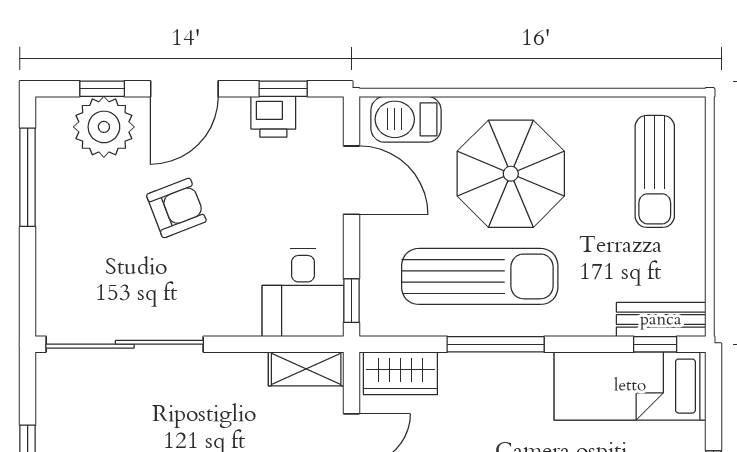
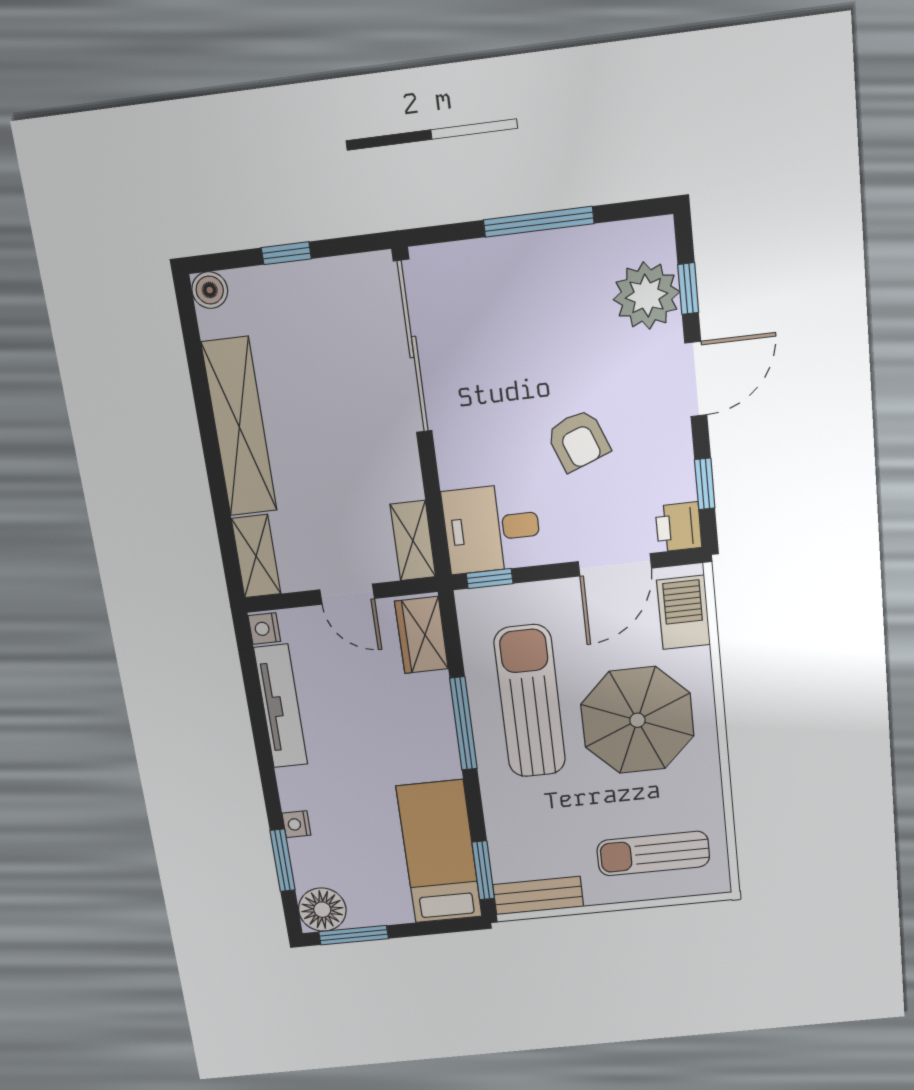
door: (184, 89) -> (696, 379), swing flipped
printer: (273, 117) -> (678, 527), moved
window: (28, 177) -> (539, 222), moved
armchair: (176, 208) -> (578, 440), moved
sun lounger: (480, 276) -> (530, 701), turned 180
bench: (661, 320) -> (538, 895), moved, turned 90
window: (655, 344) -> (483, 870), width x1.50

